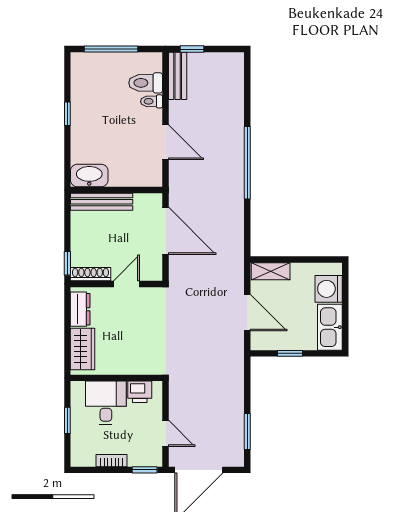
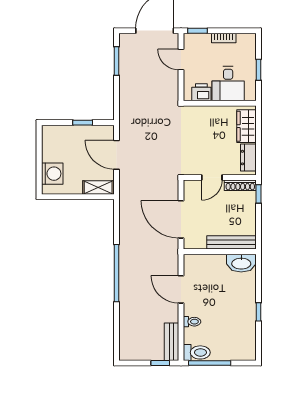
window: (111, 49) -> (210, 363), moved
toilet: (146, 83) -> (197, 352), moved
kitchen sink: (330, 327) -> (51, 143), removed

